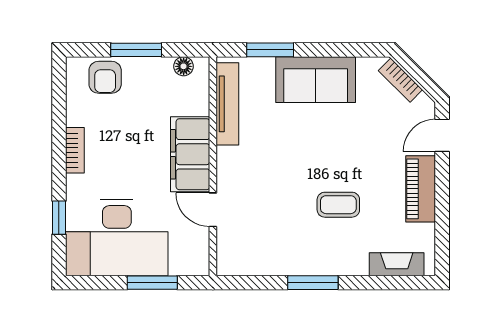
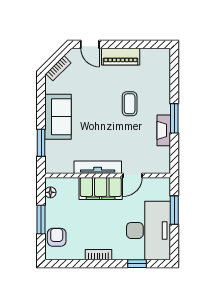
armchair: (105, 77) -> (57, 237), turned -90
tv unit: (227, 104) -> (98, 167), moved
fireplace: (397, 264) -> (164, 130), moved

